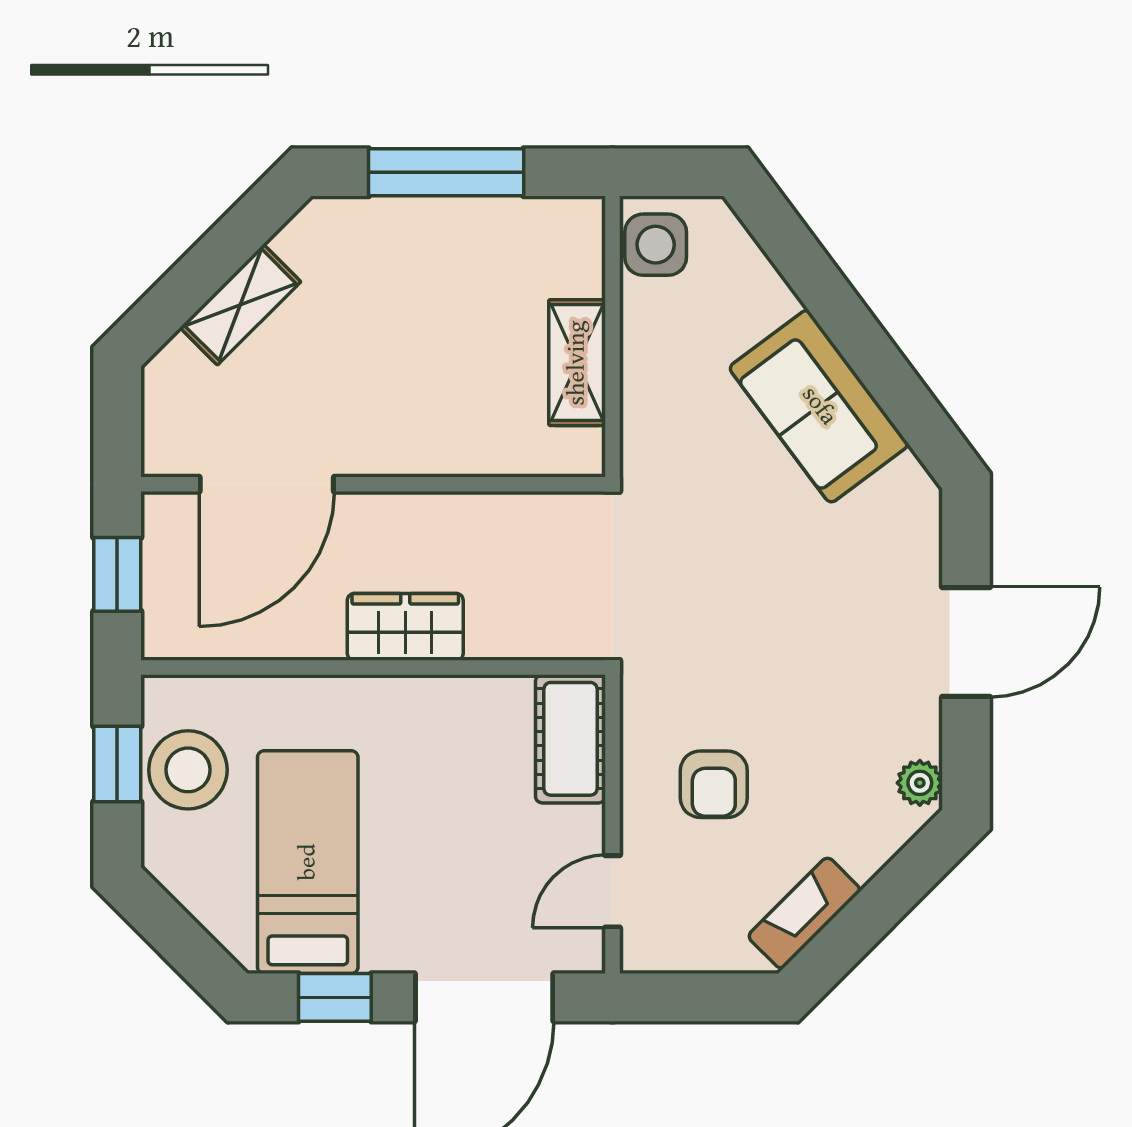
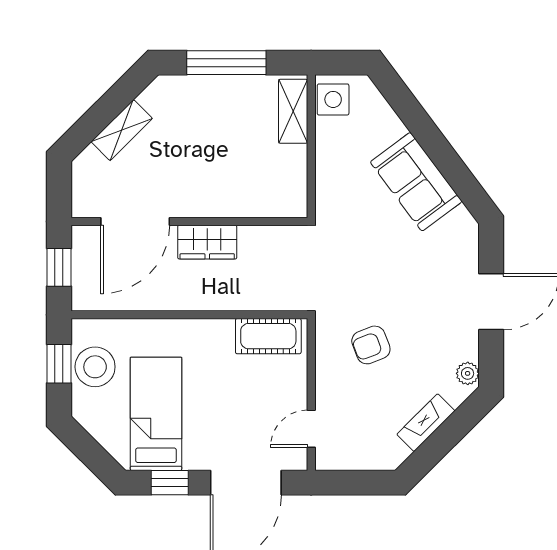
shelving: (577, 363) -> (293, 111), moved
wardrobe: (405, 627) -> (207, 242), moved, turned 180
cot: (571, 739) -> (268, 336), moved, turned 90
armchair: (714, 784) -> (371, 345), moved, turned 69
fireplace: (804, 913) -> (426, 423), moved

